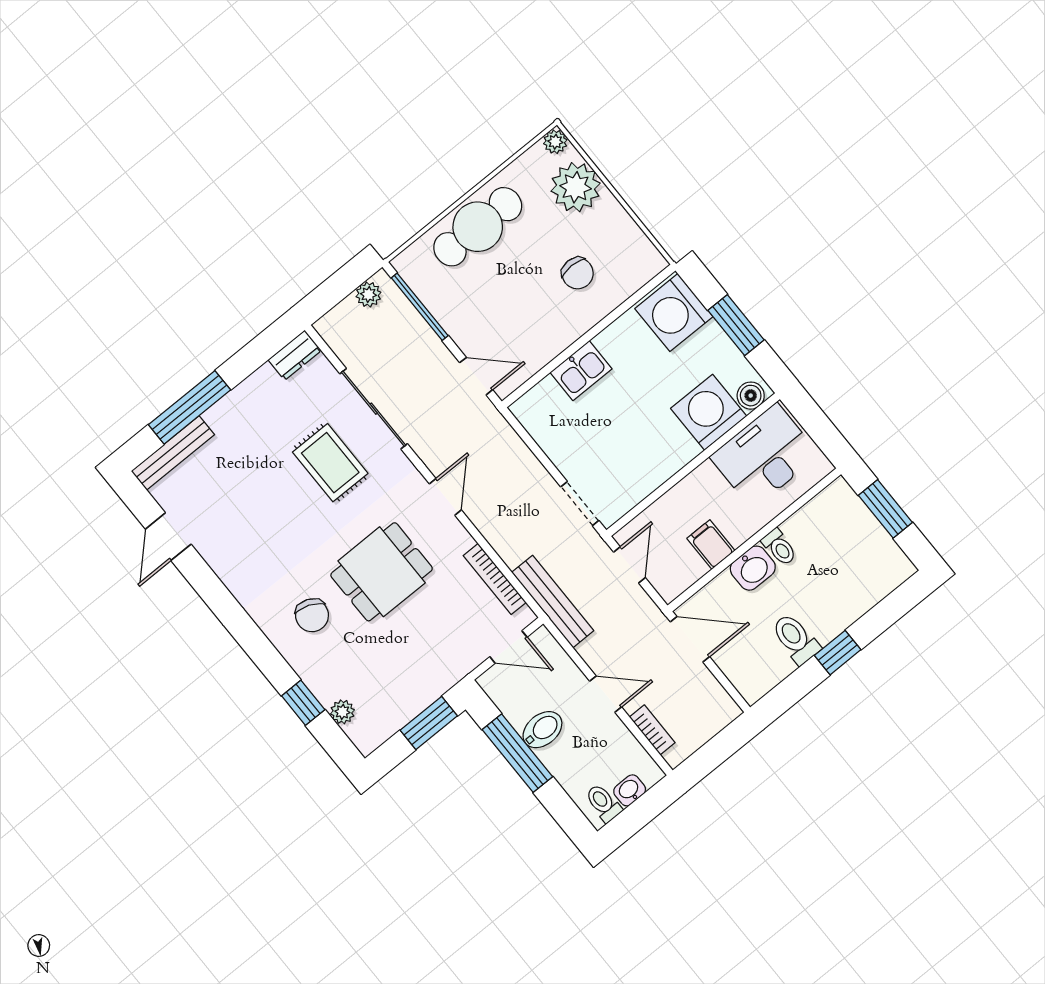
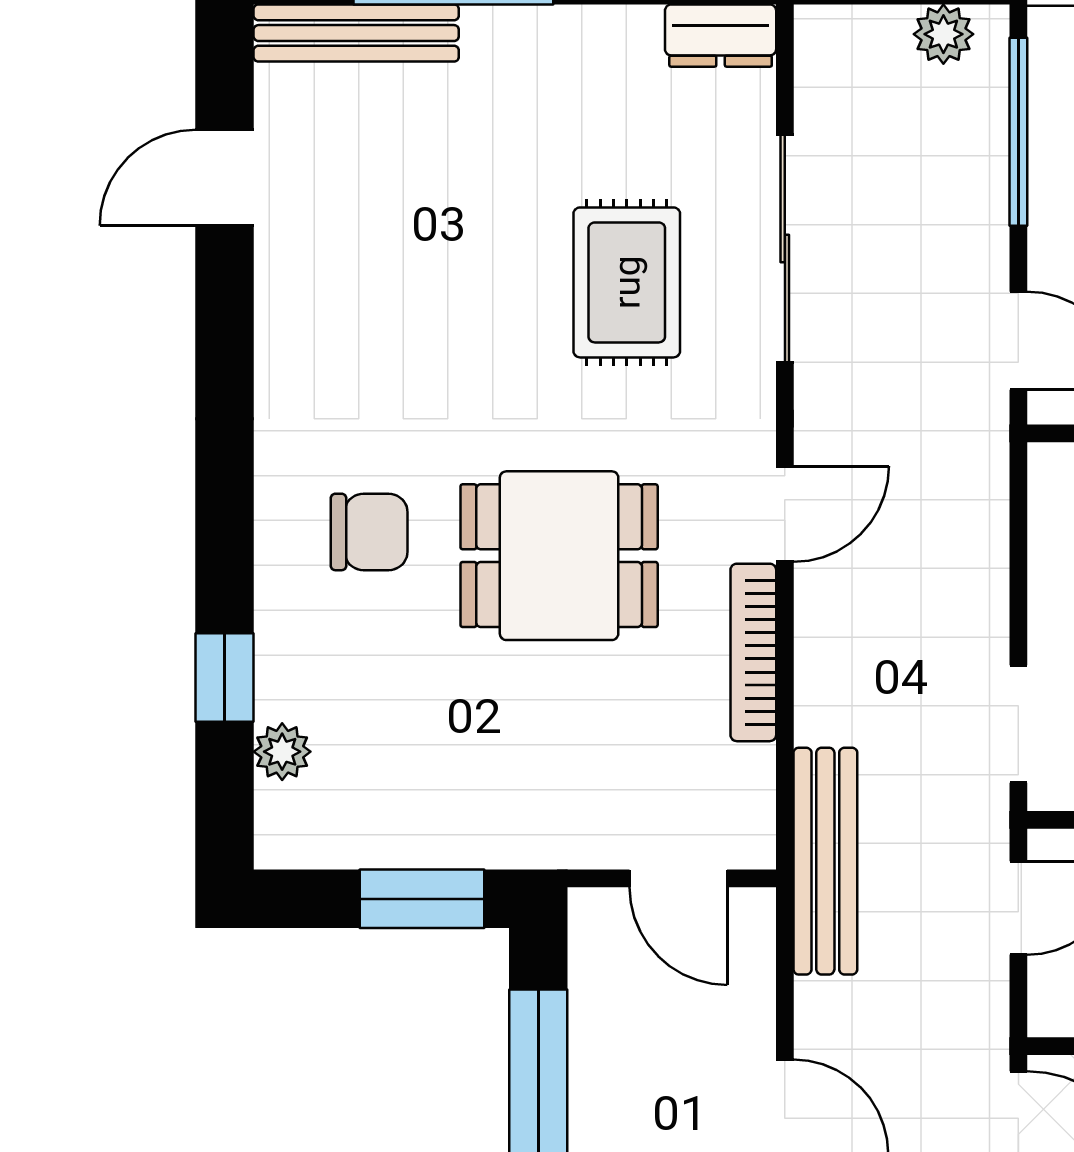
bookcase: (495, 579) -> (753, 652), moved
chair: (312, 615) -> (369, 532), turned -112
bidet: (542, 730) -> (618, 1078), removed

